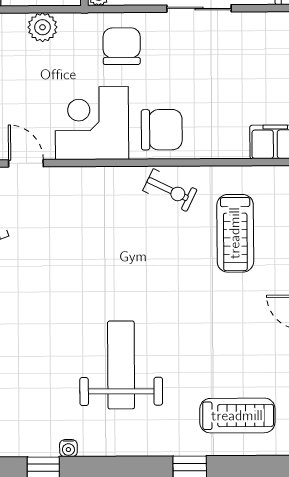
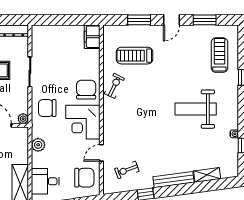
treadmill: (235, 233) -> (135, 56), turned 180

